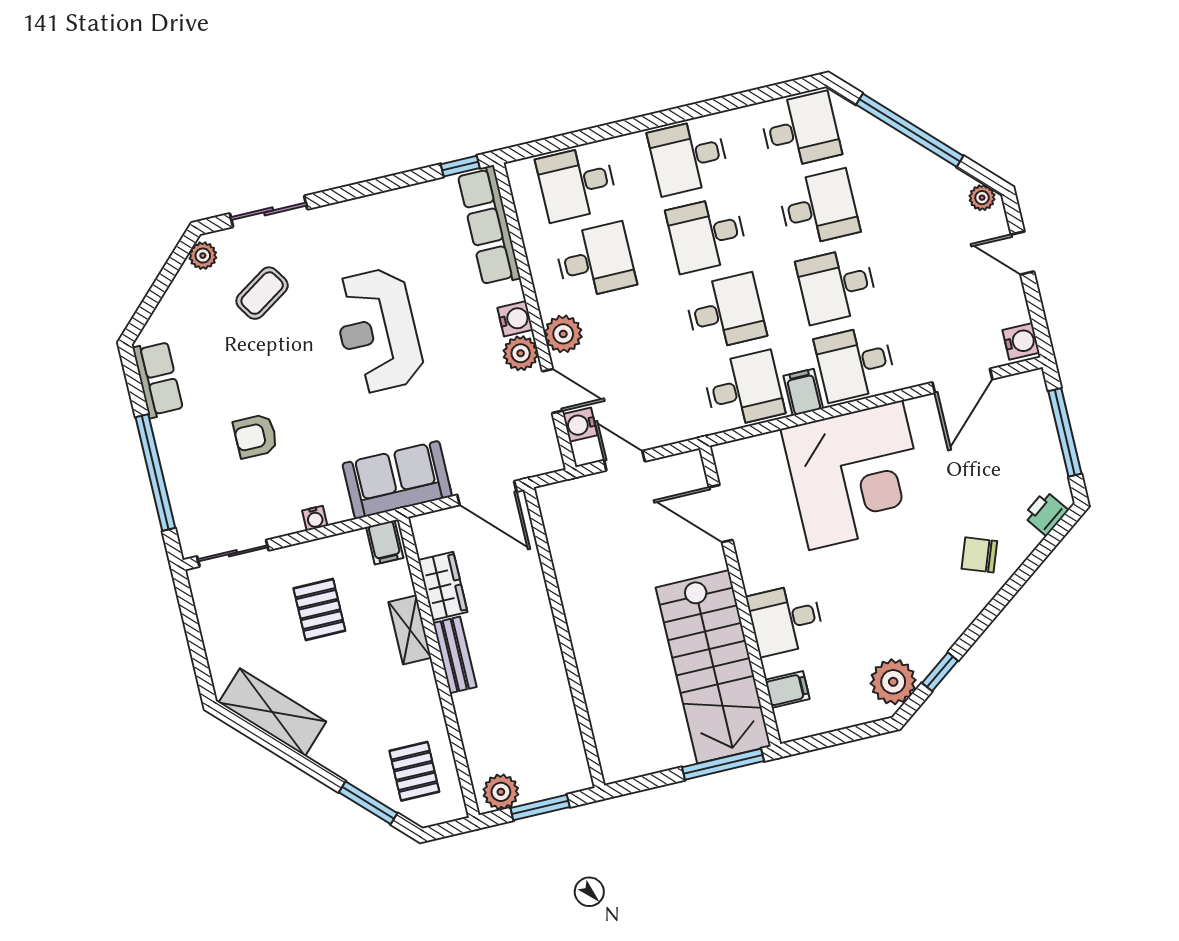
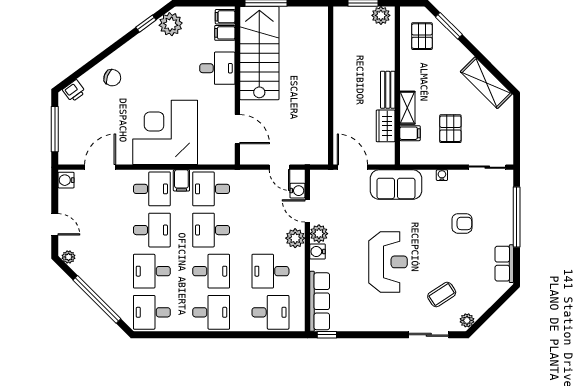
filing cabinet: (385, 542) -> (410, 133), moved, turned 90
filing cabinet: (794, 720) -> (225, 17), added

